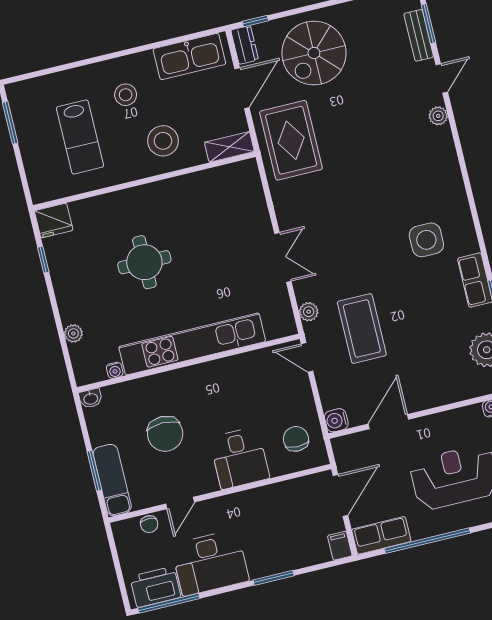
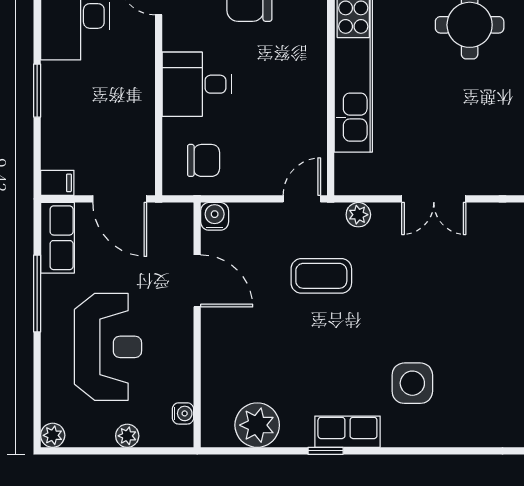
coffee table: (362, 329) -> (321, 276), width x0.73, depth x0.76
window: (427, 541) -> (37, 294), width x0.68

